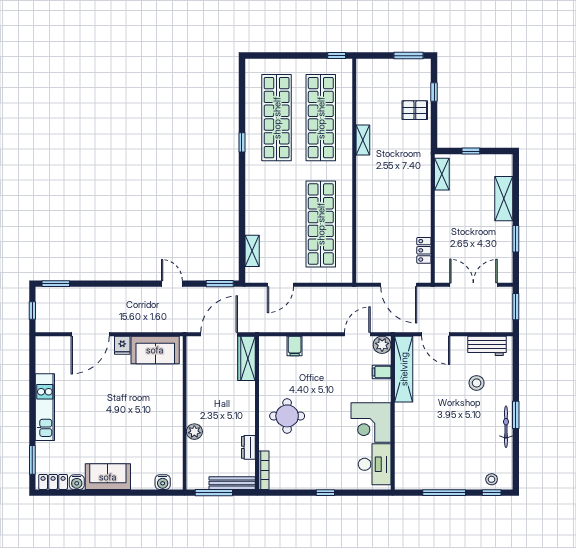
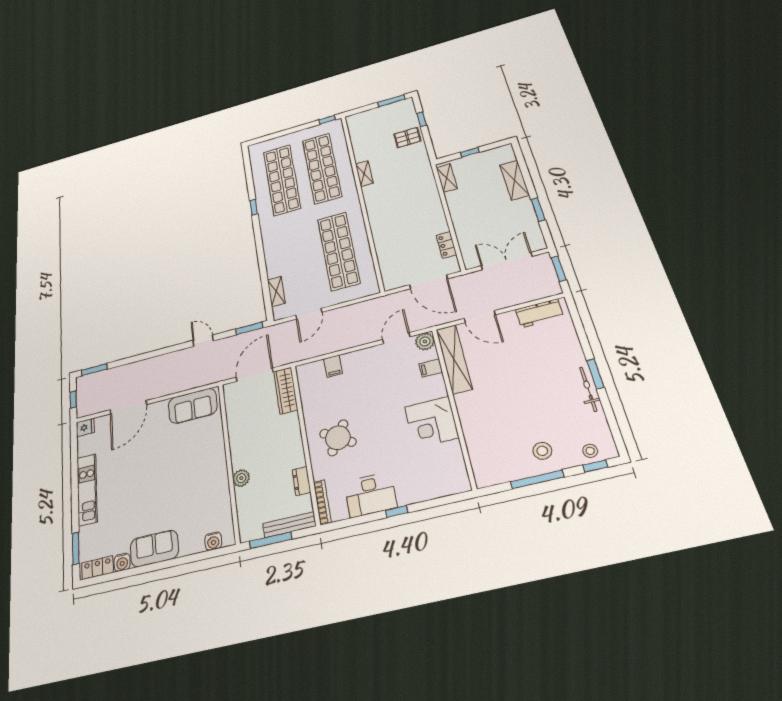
fridge: (122, 345) -> (85, 427), moved, turned -90
stool: (477, 383) -> (542, 451), moved
round table: (287, 416) -> (338, 438), turned 31
desk: (375, 464) -> (370, 495), moved, turned 90

